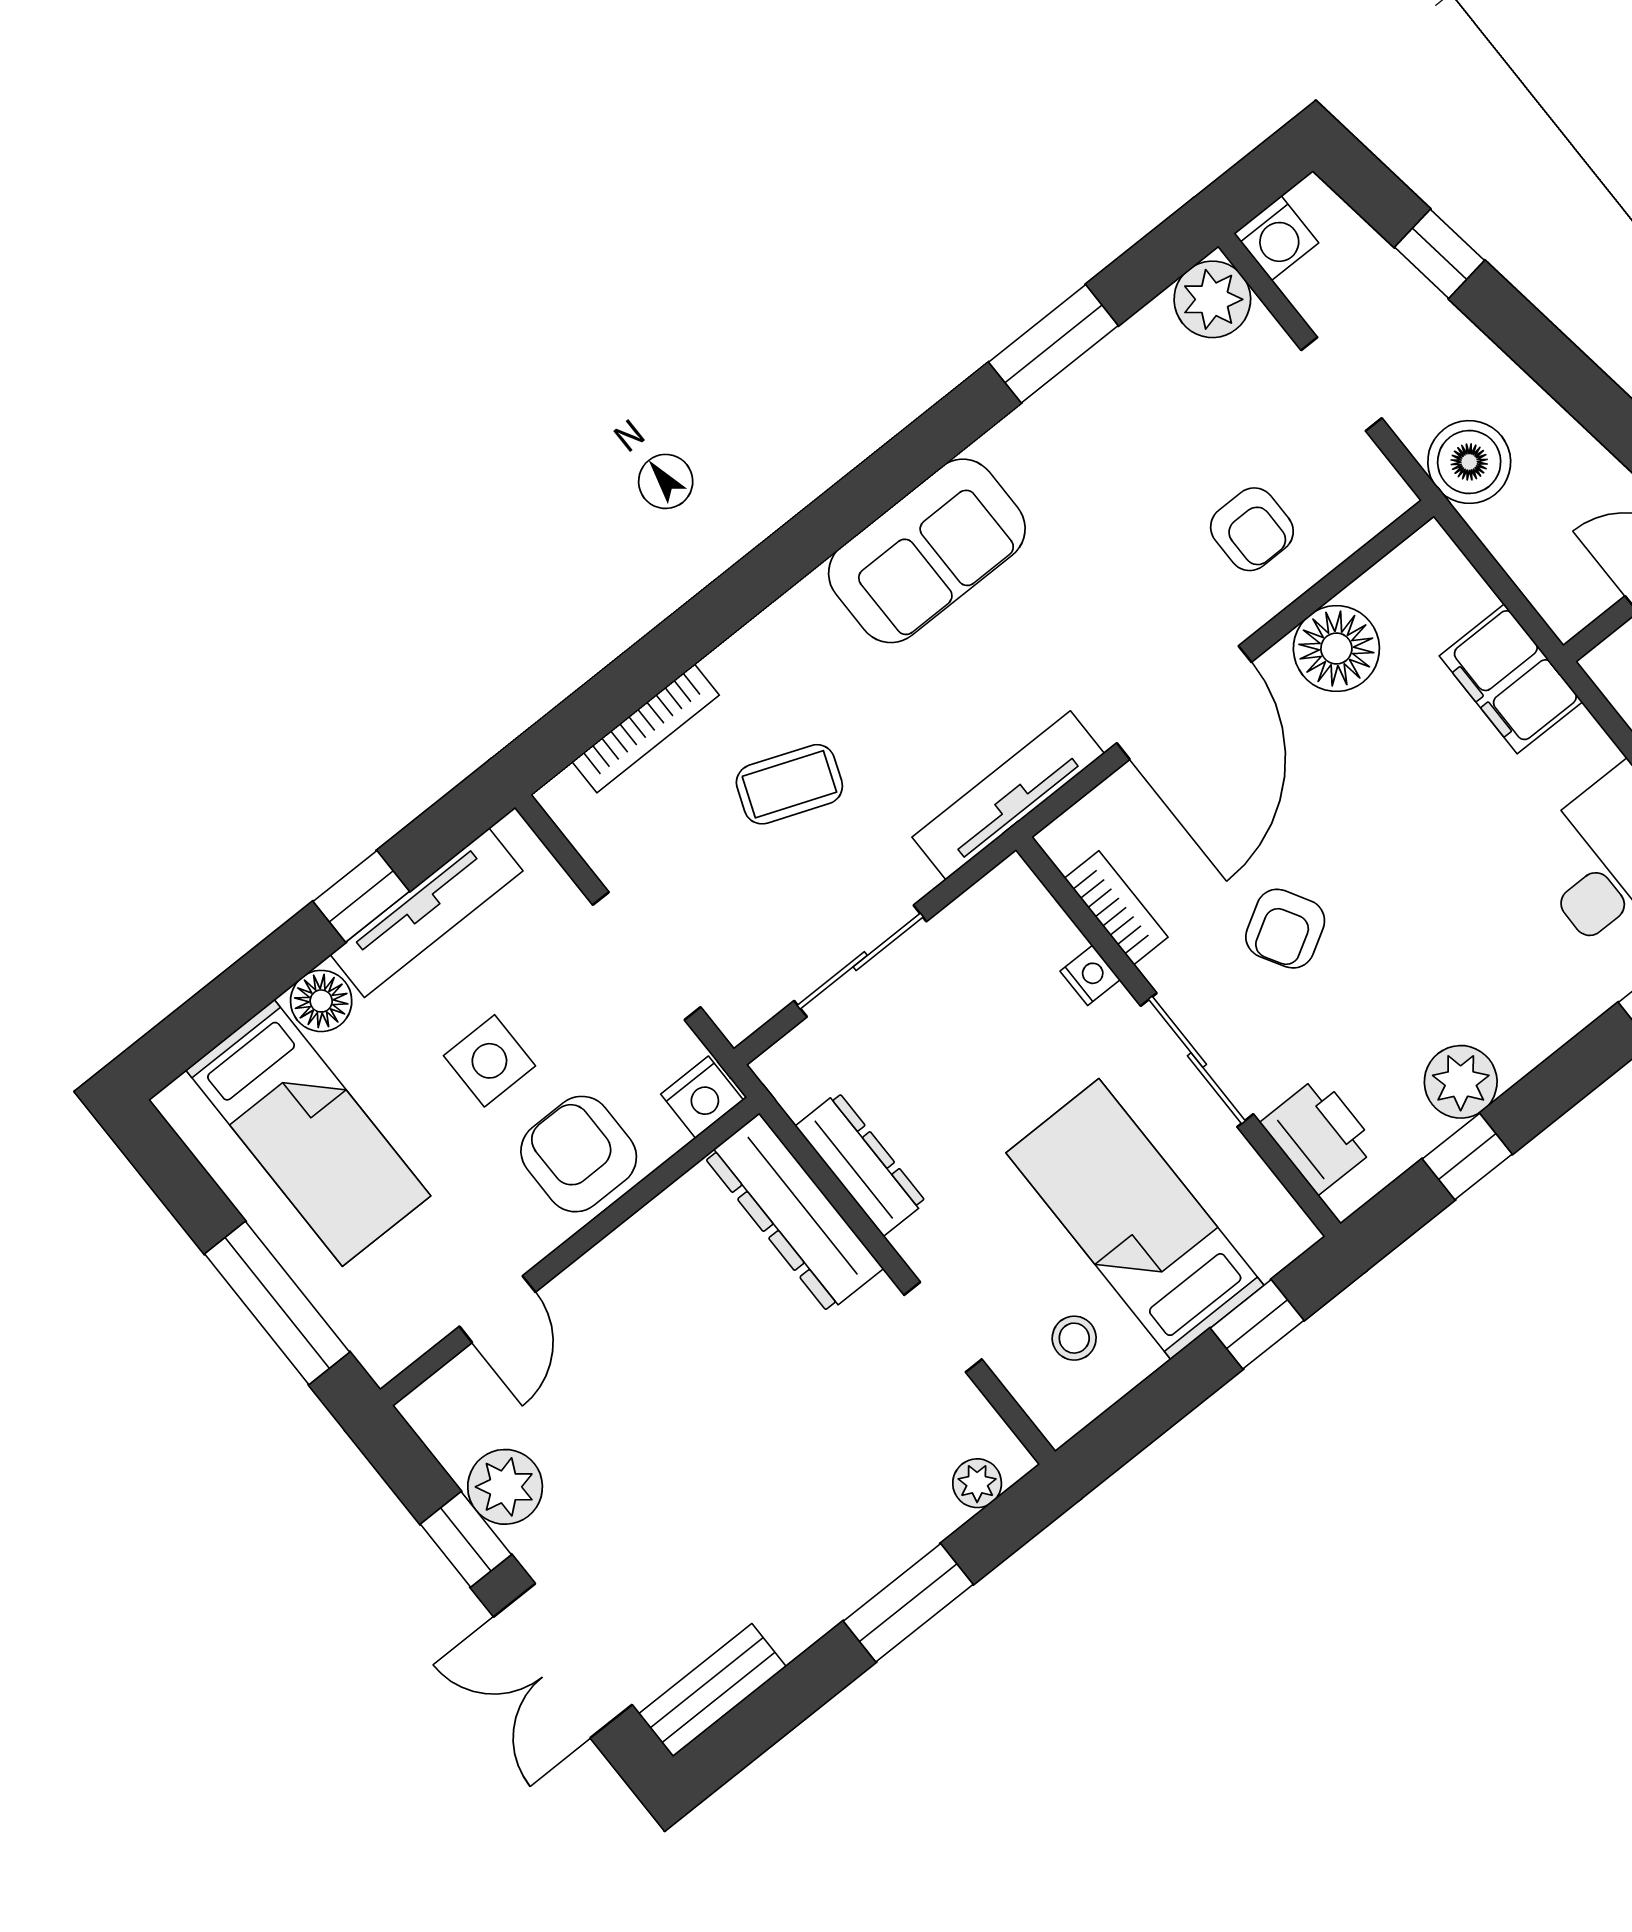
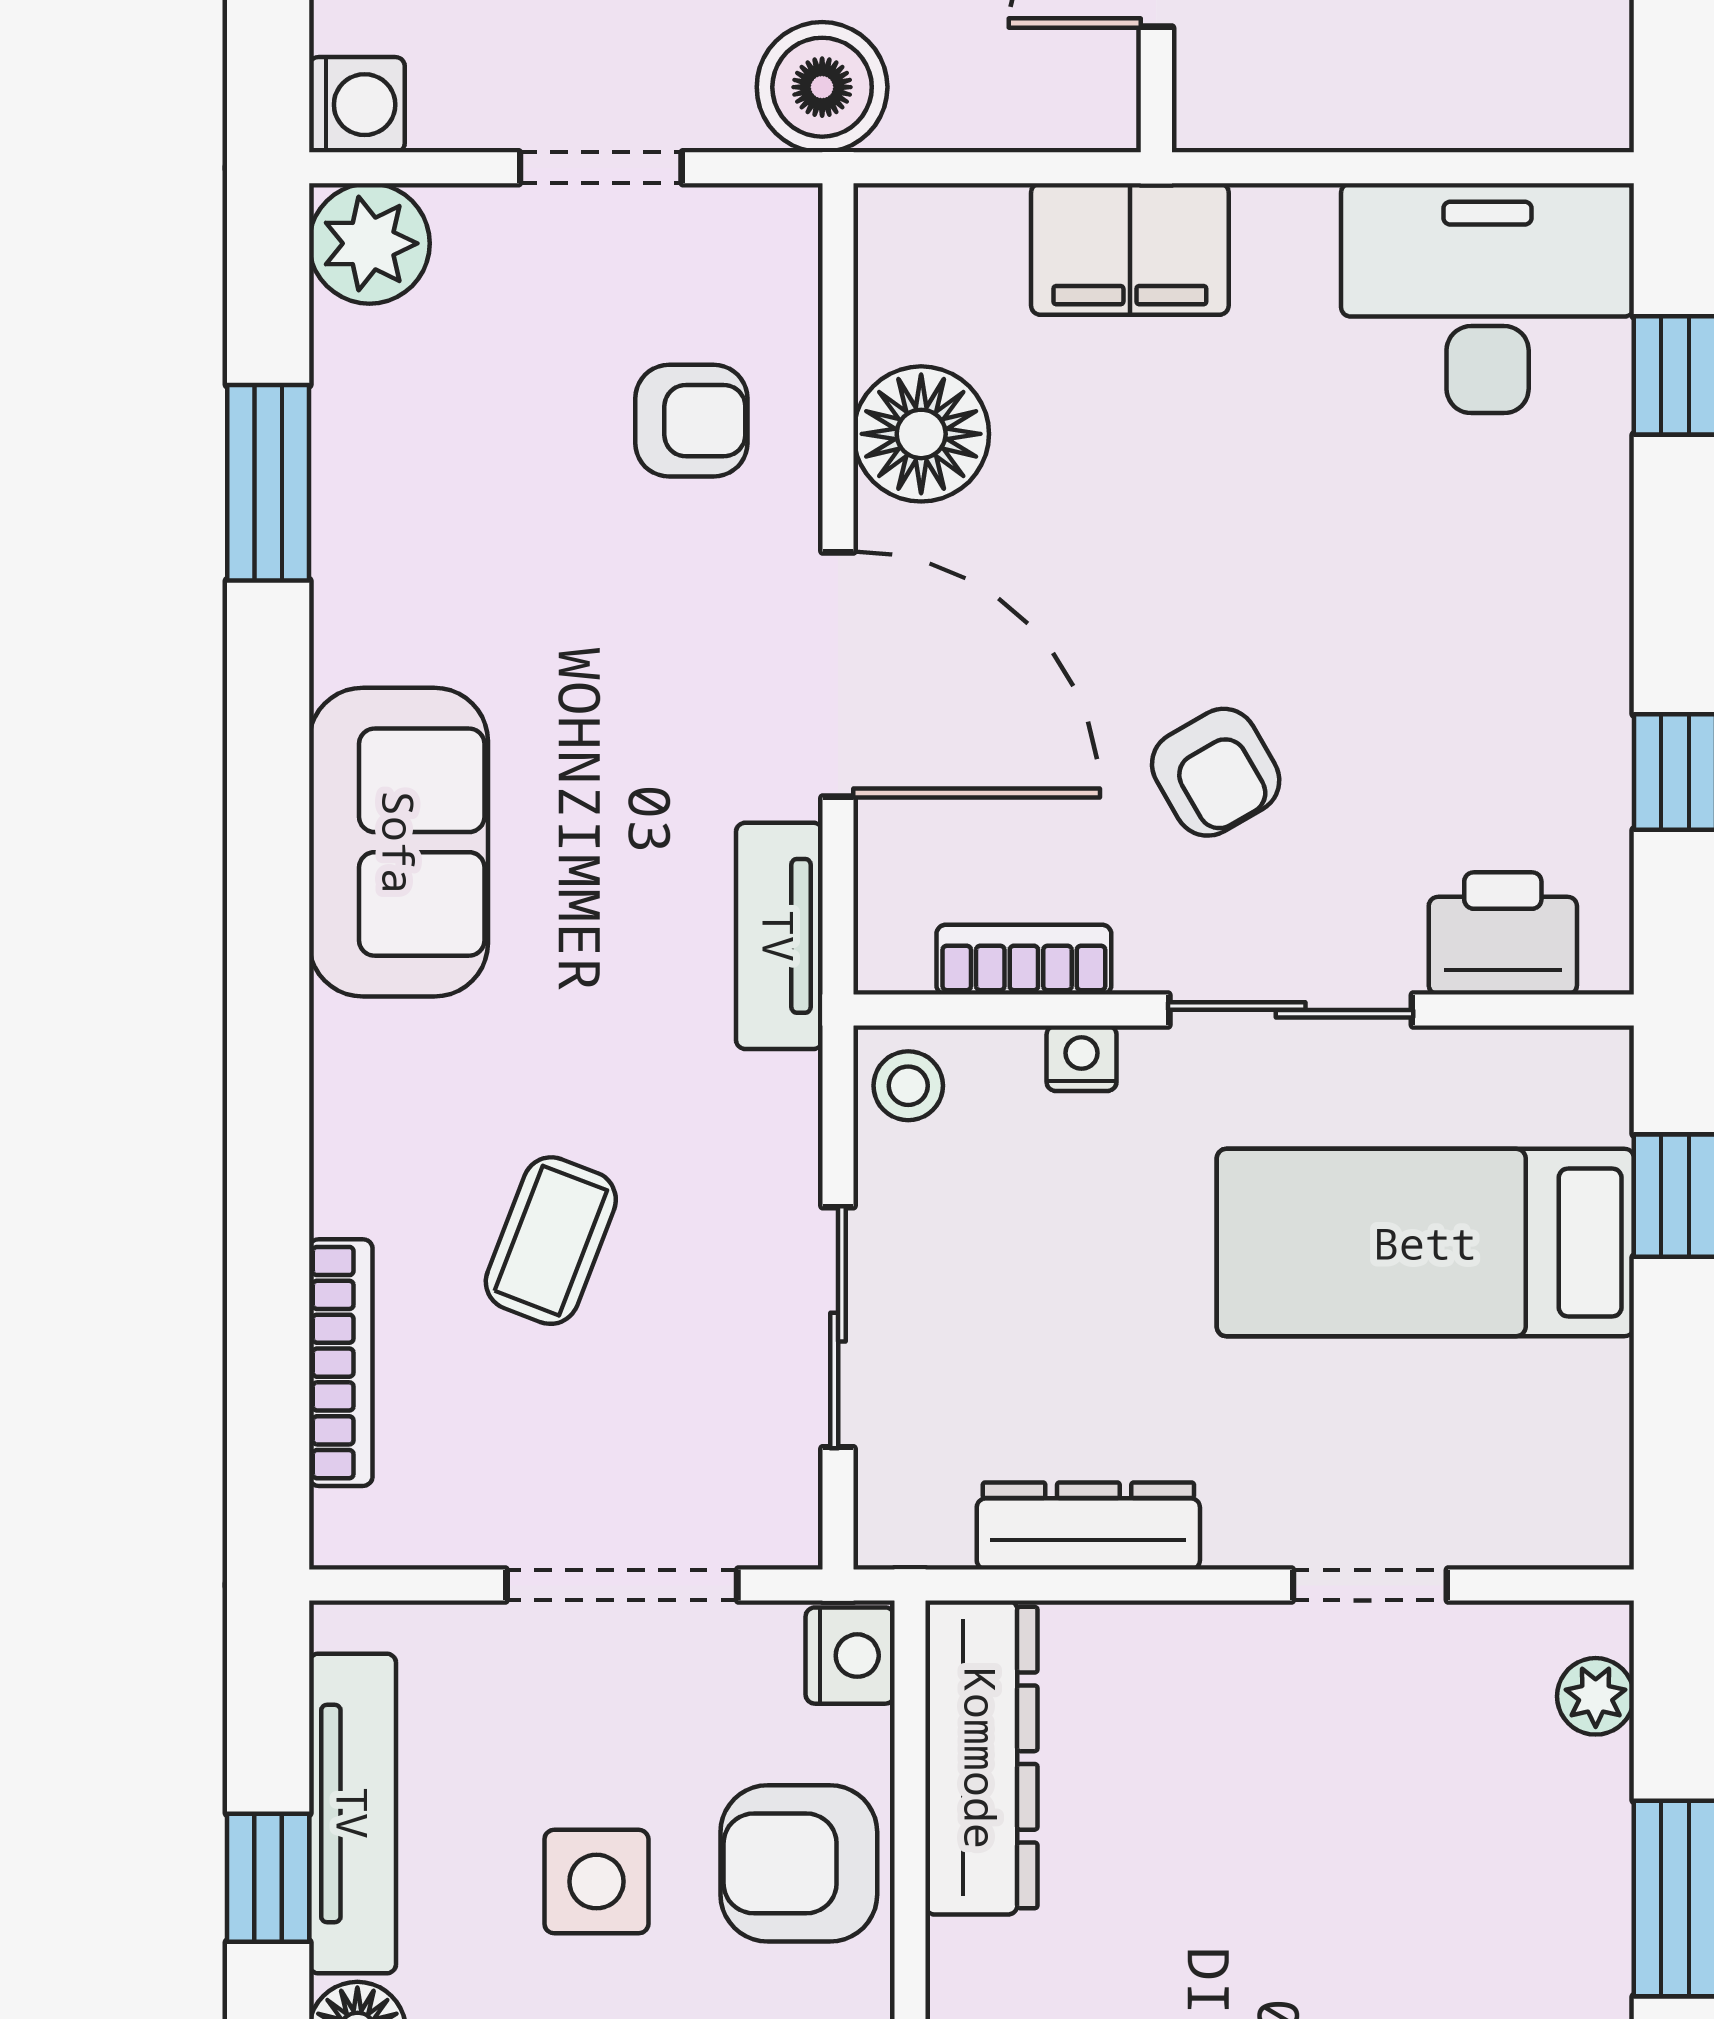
tv unit: (1008, 795) -> (779, 936), width x0.71
plant: (1461, 1082) -> (1577, 707), removed
dresser: (794, 1213) -> (981, 1758), moved, turned -90
stool: (1074, 1338) -> (908, 1086), moved

